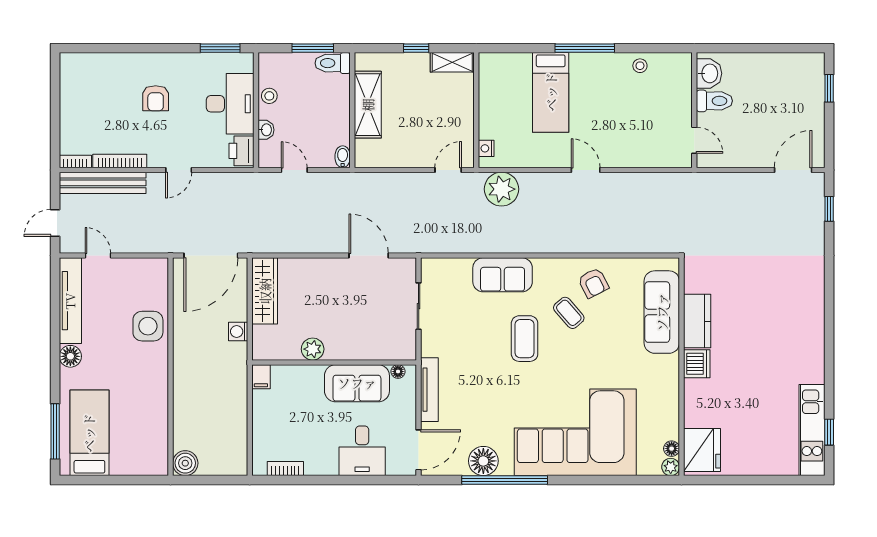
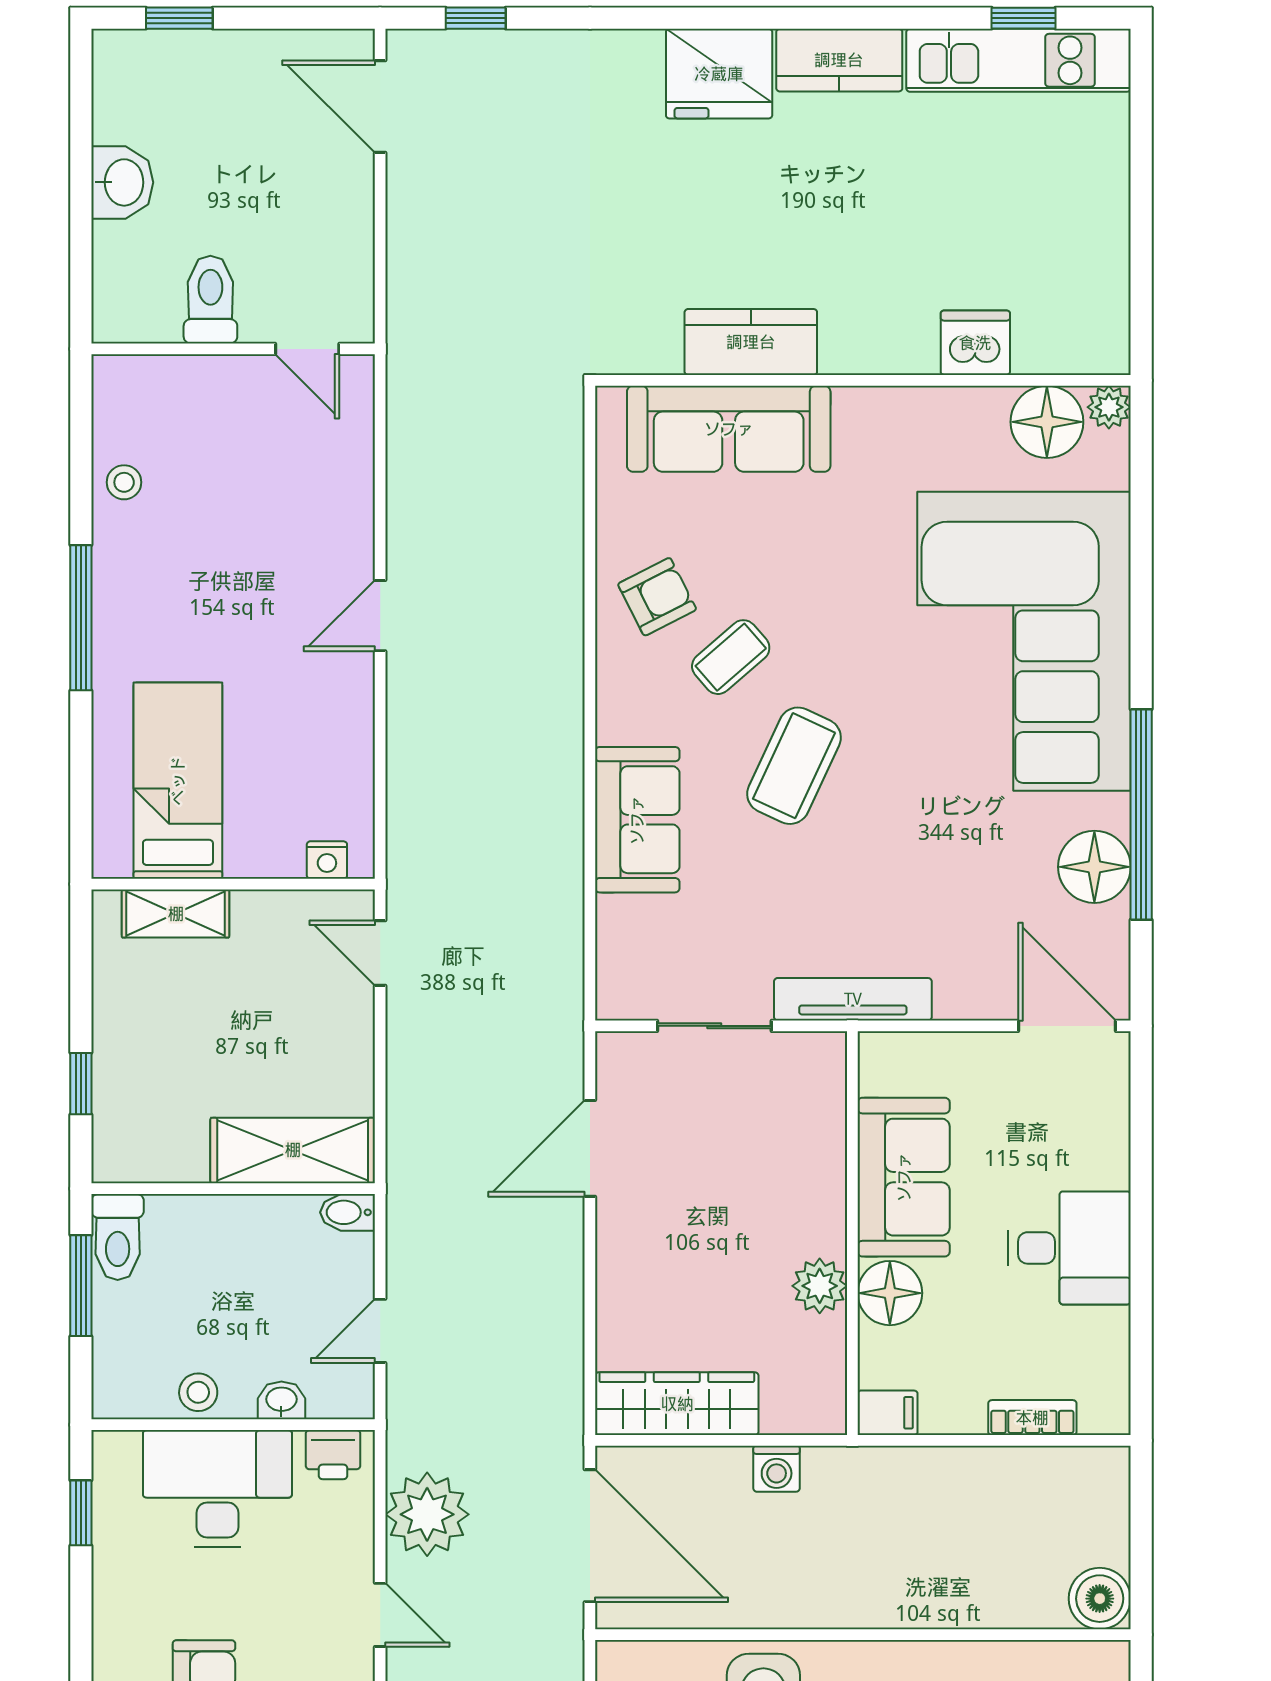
window: (220, 48) -> (81, 1513), width x0.67
window: (416, 48) -> (81, 1084), moved
shelving: (452, 62) -> (176, 914), moved, turned 90
washbasin: (709, 73) -> (122, 182), moved, turned 90
bed: (551, 92) -> (178, 781), moved, turned -90
shelving: (368, 105) -> (293, 1150), moved
door: (694, 140) -> (307, 349), swing flipped
printer: (241, 151) -> (333, 1455), width x0.73, depth x0.81
plant: (502, 189) -> (427, 1514), moved
coffee table: (525, 339) -> (794, 766), turned -65
kitchen counter: (812, 357) -> (839, 60), added
dishwasher: (697, 364) -> (975, 343), moved
floor lamp: (398, 372) -> (890, 1293), moved, width x1.89, depth x1.89
tv unit: (429, 390) -> (853, 999), moved
floor lamp: (672, 449) -> (1047, 422), width x1.89, depth x1.89
fridge: (702, 450) -> (719, 74), moved, turned 180
desk: (362, 451) -> (1069, 1248), moved
bookcase: (285, 469) -> (1032, 1418), moved, turned 90

